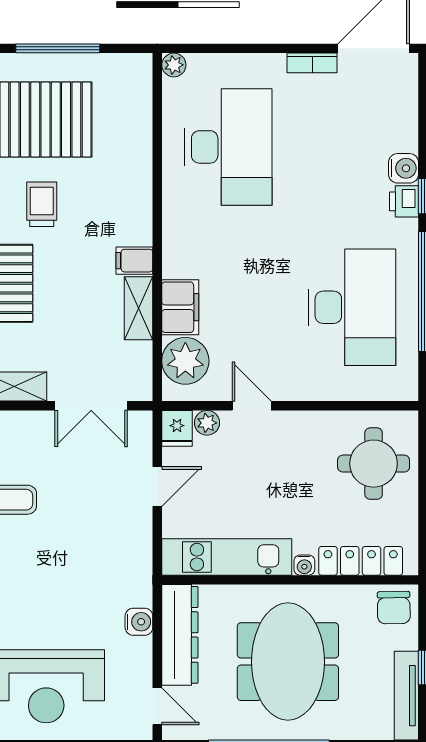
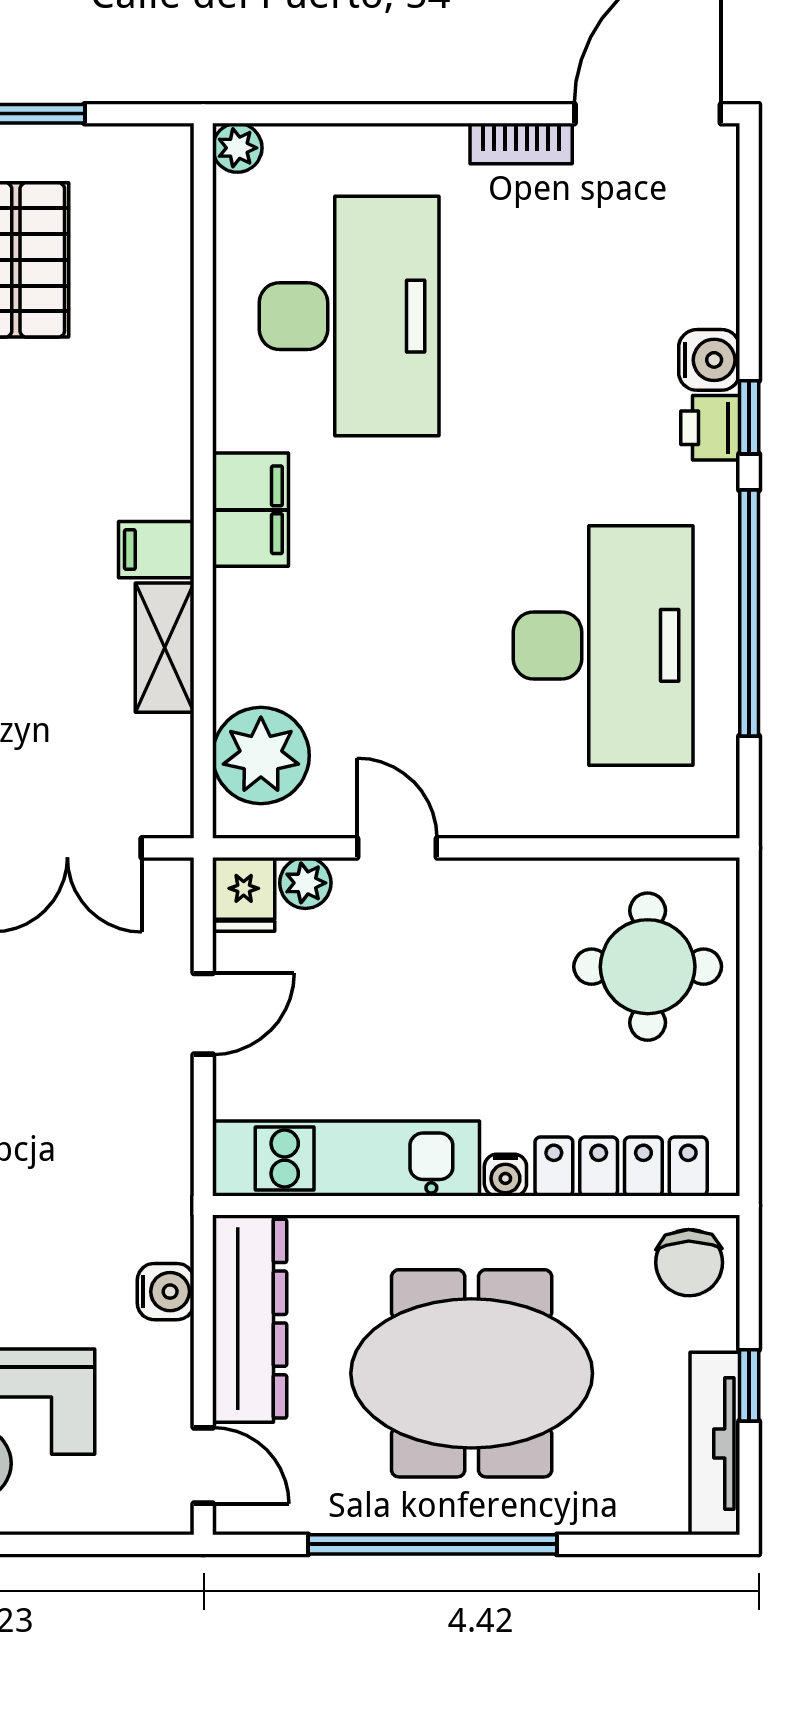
filing cabinet: (180, 307) -> (250, 510), moved
meeting table: (288, 662) -> (472, 1373), turned 90

